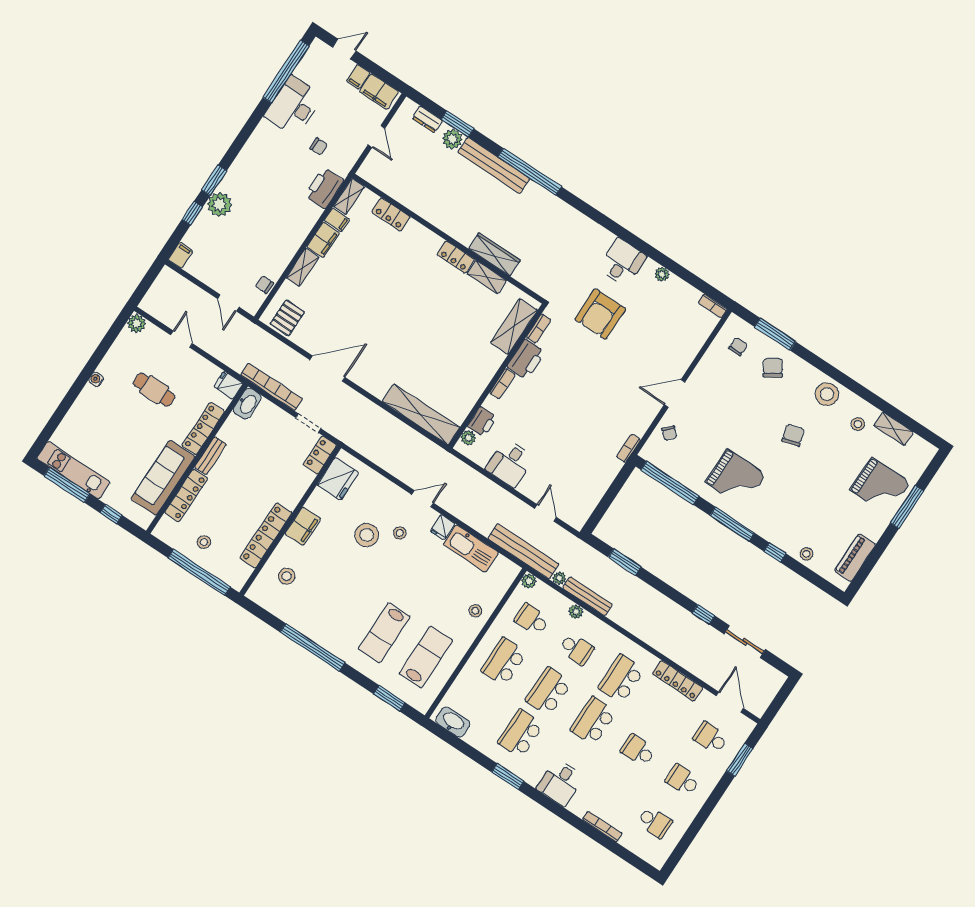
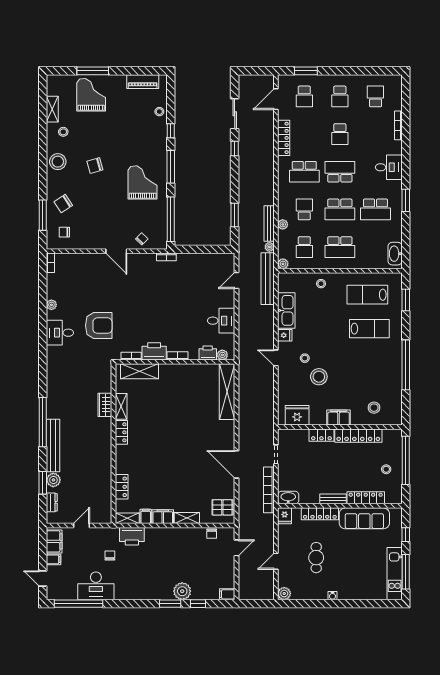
wardrobe: (494, 254) -> (105, 405), width x0.67
locker: (320, 455) -> (321, 435), moved
school desk: (593, 721) -> (340, 172), turned 180

